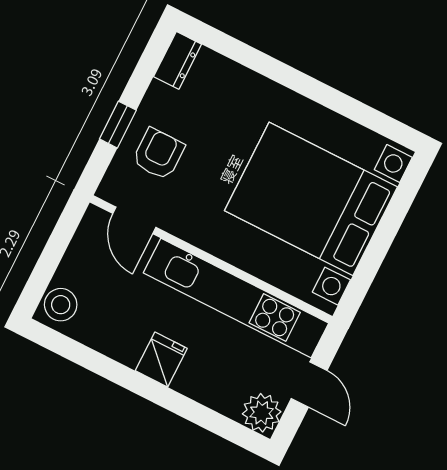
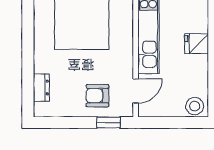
dresser: (178, 60) -> (41, 88), moved, turned 90
window: (118, 125) -> (109, 123), moved

